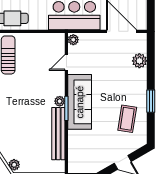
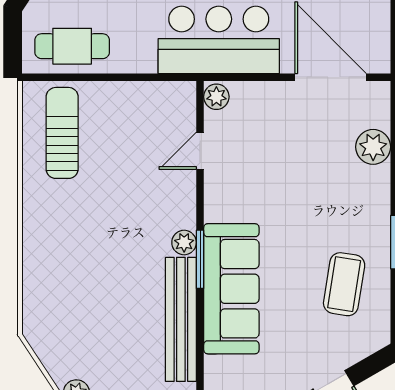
sofa: (80, 102) -> (231, 289), moved

